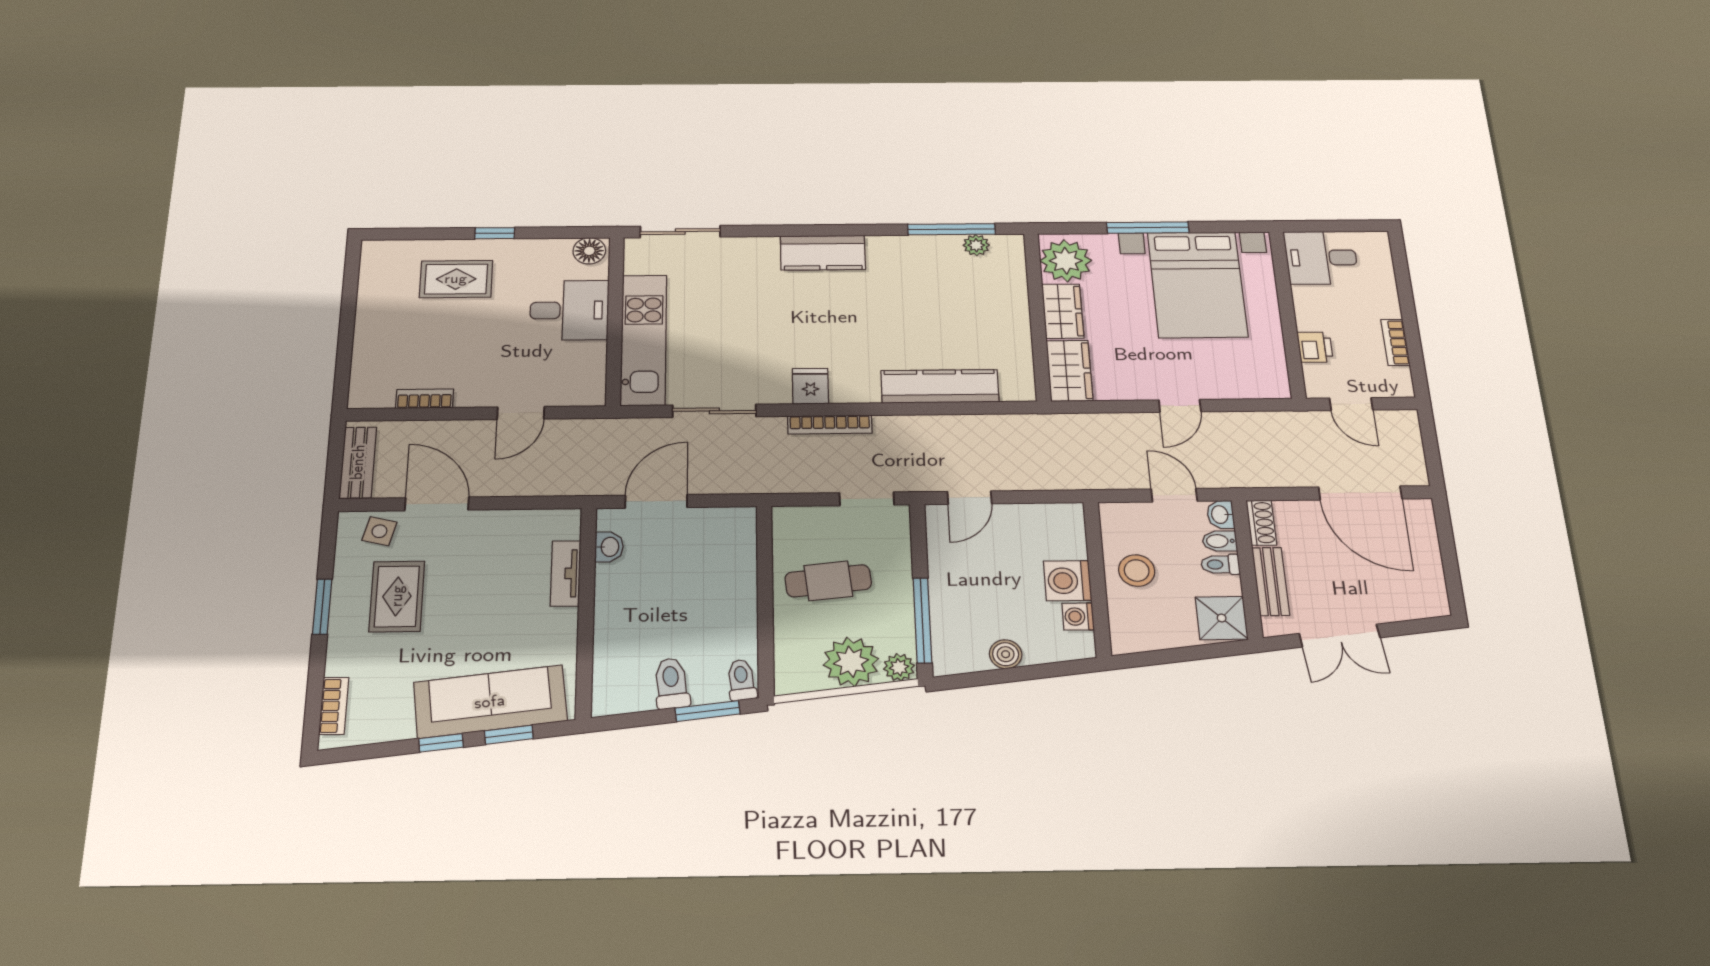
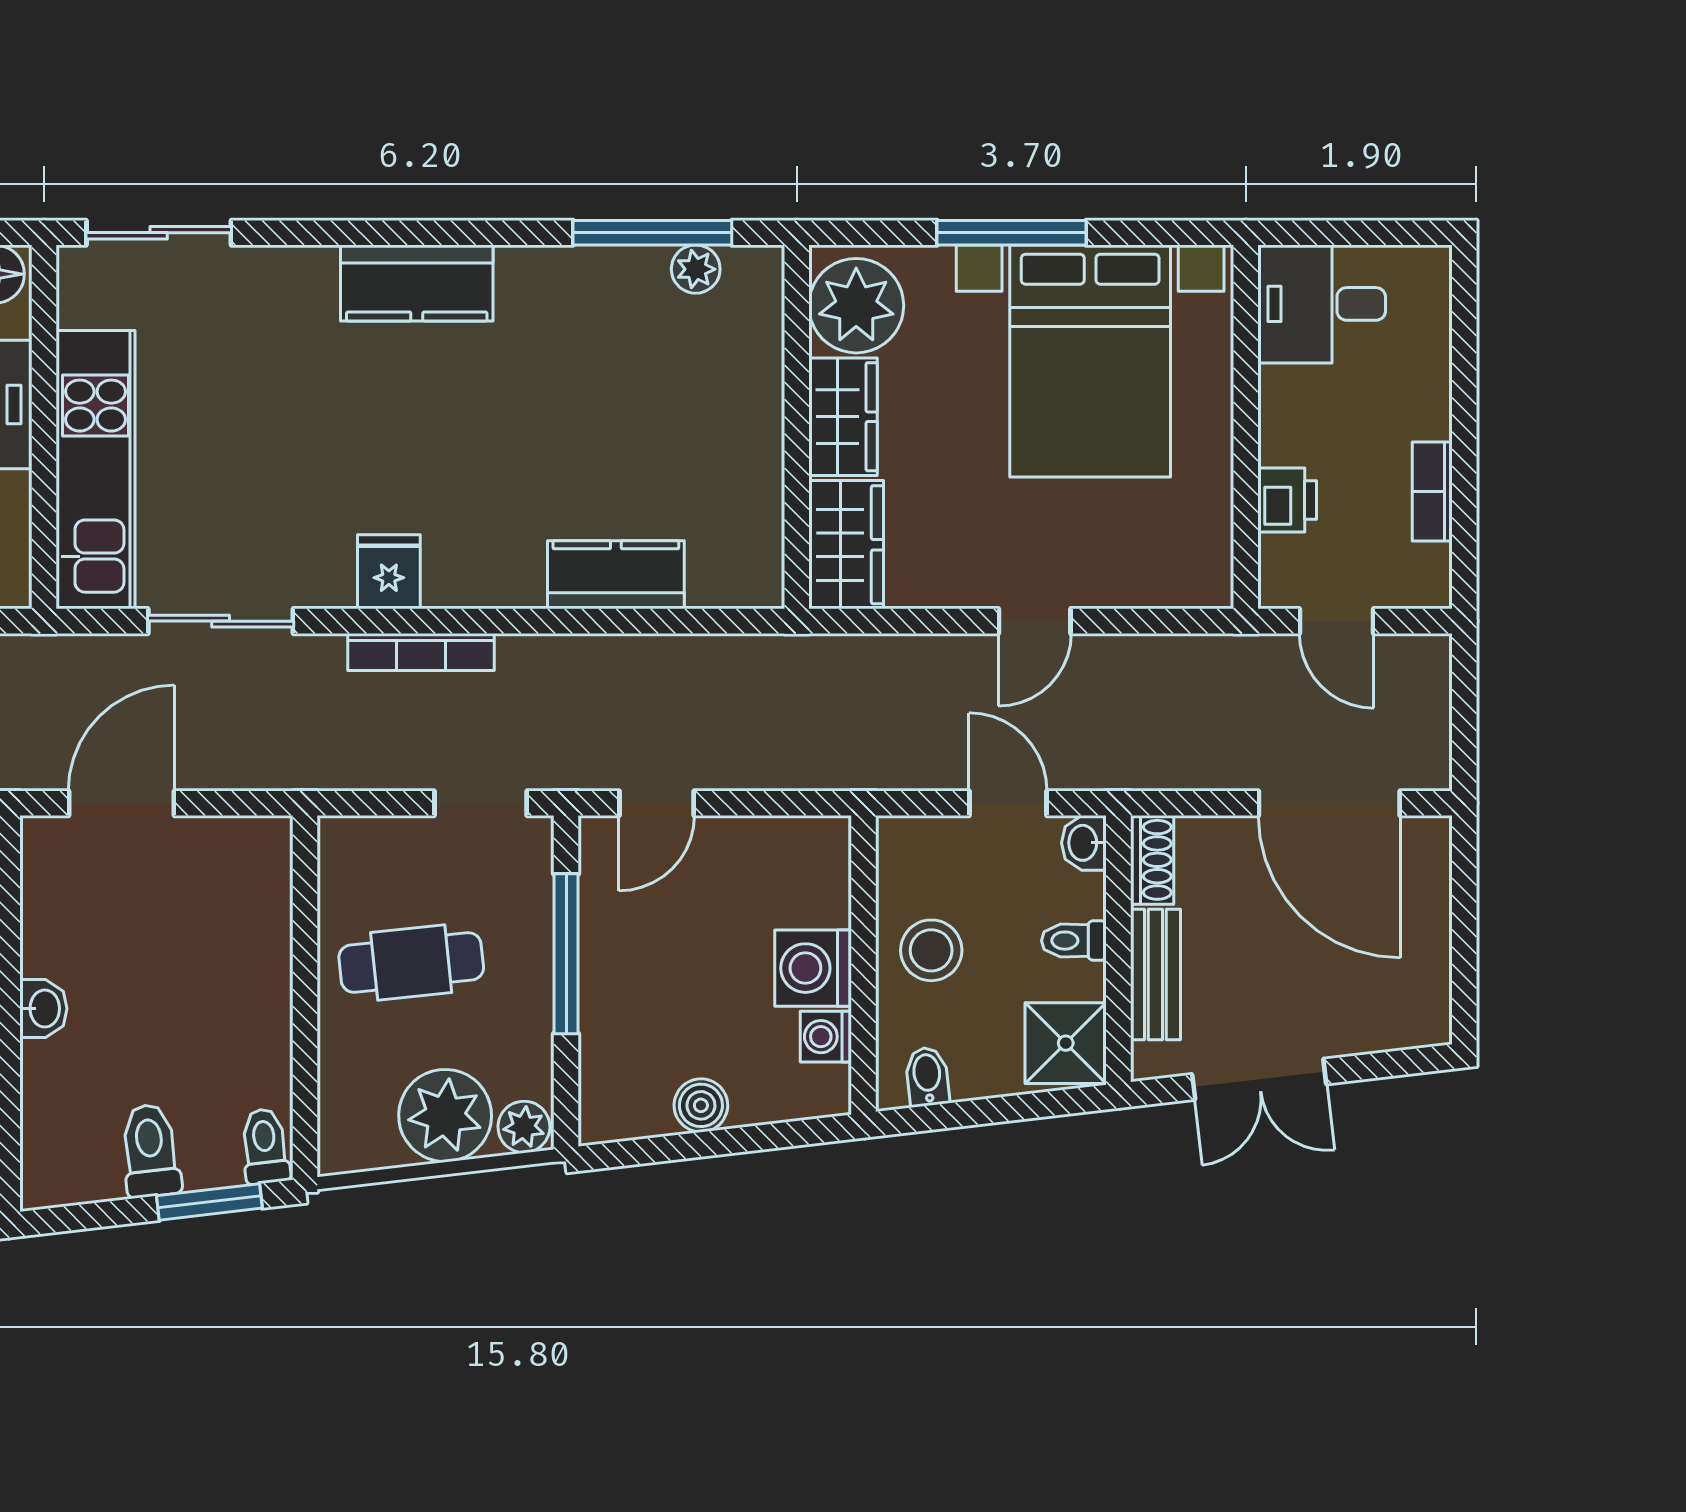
kitchen counter: (940, 386) -> (616, 575), width x0.67
bidet: (1220, 541) -> (927, 1077), moved, turned 83
washbasin: (609, 547) -> (43, 1009), moved
window: (922, 620) -> (566, 954), moved

